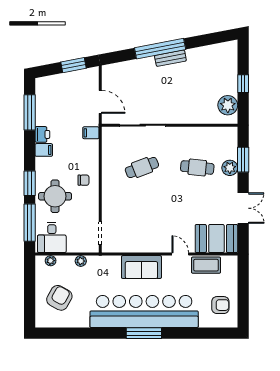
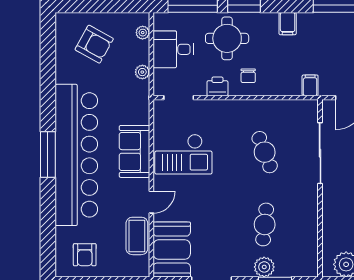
printer: (42, 134) -> (217, 86), moved, turned 180
checkout: (143, 230) -> (183, 154), added
desk: (52, 237) -> (173, 49), moved

